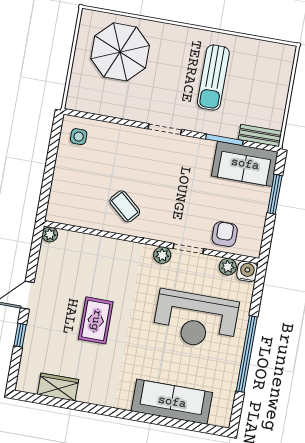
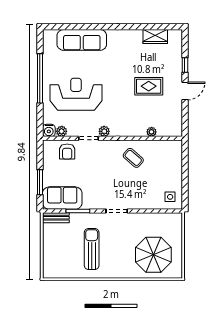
plant: (50, 234) -> (151, 132), moved
rug: (96, 320) -> (149, 86), moved, turned 90

